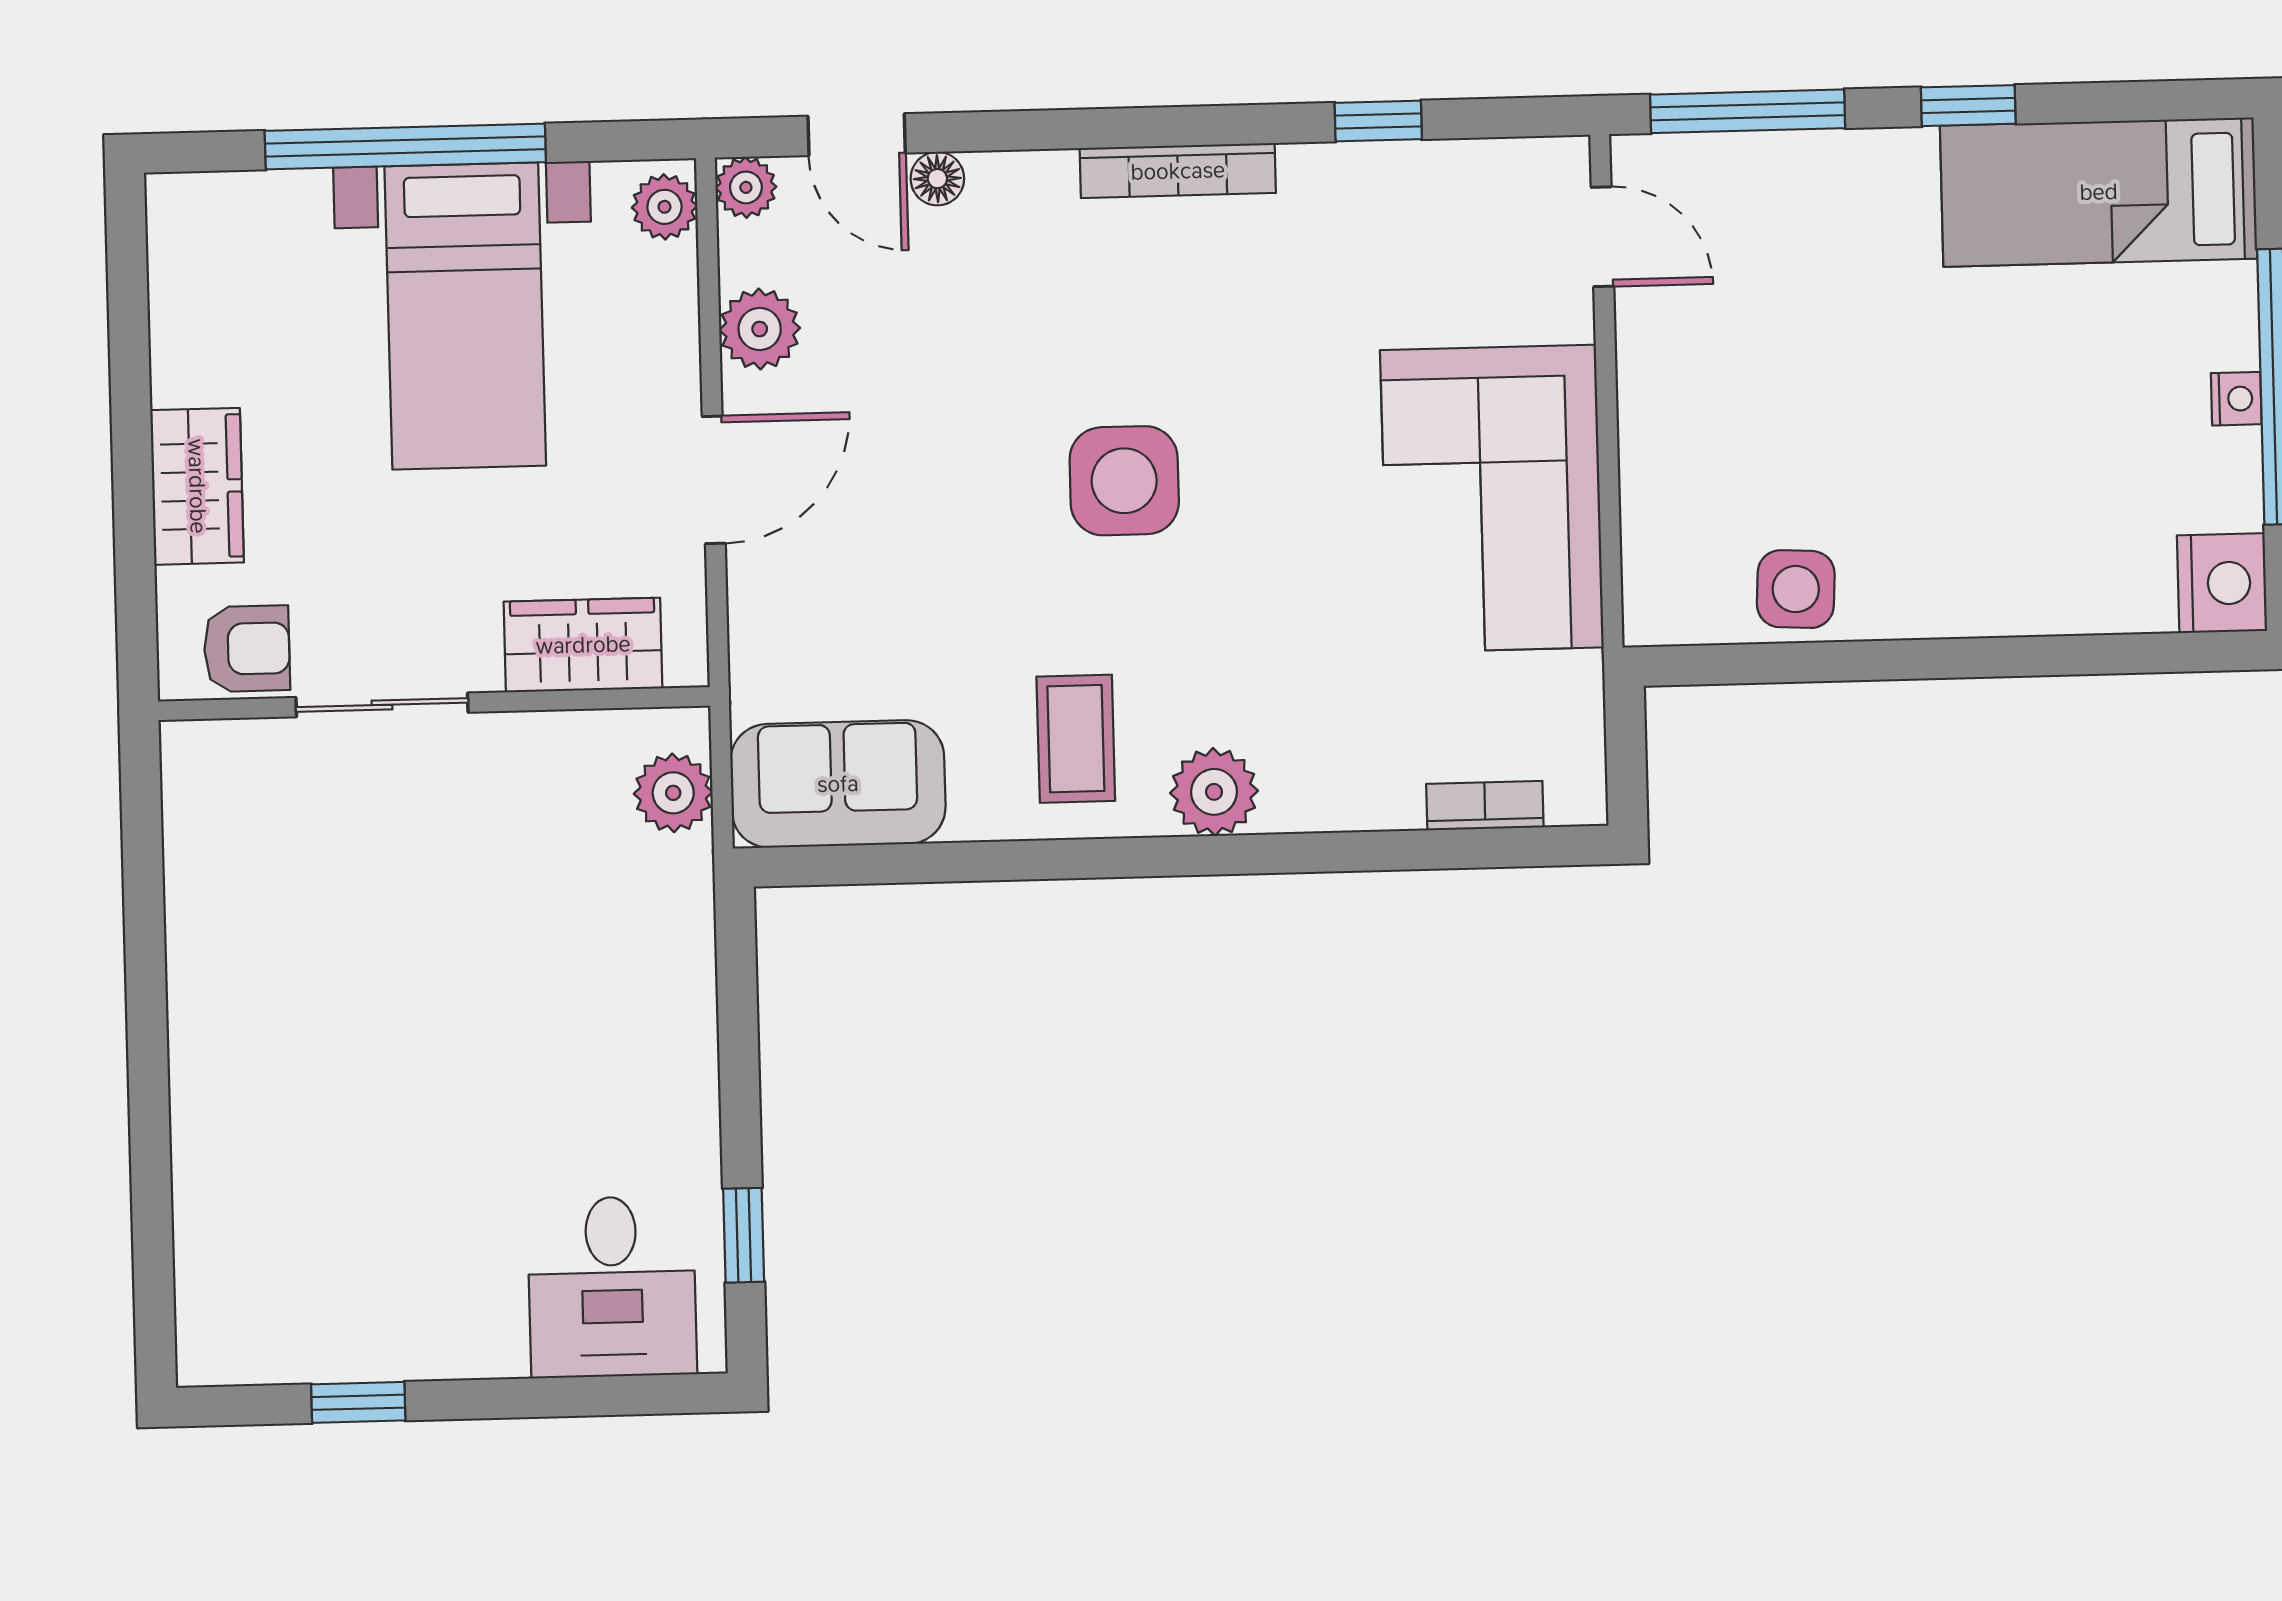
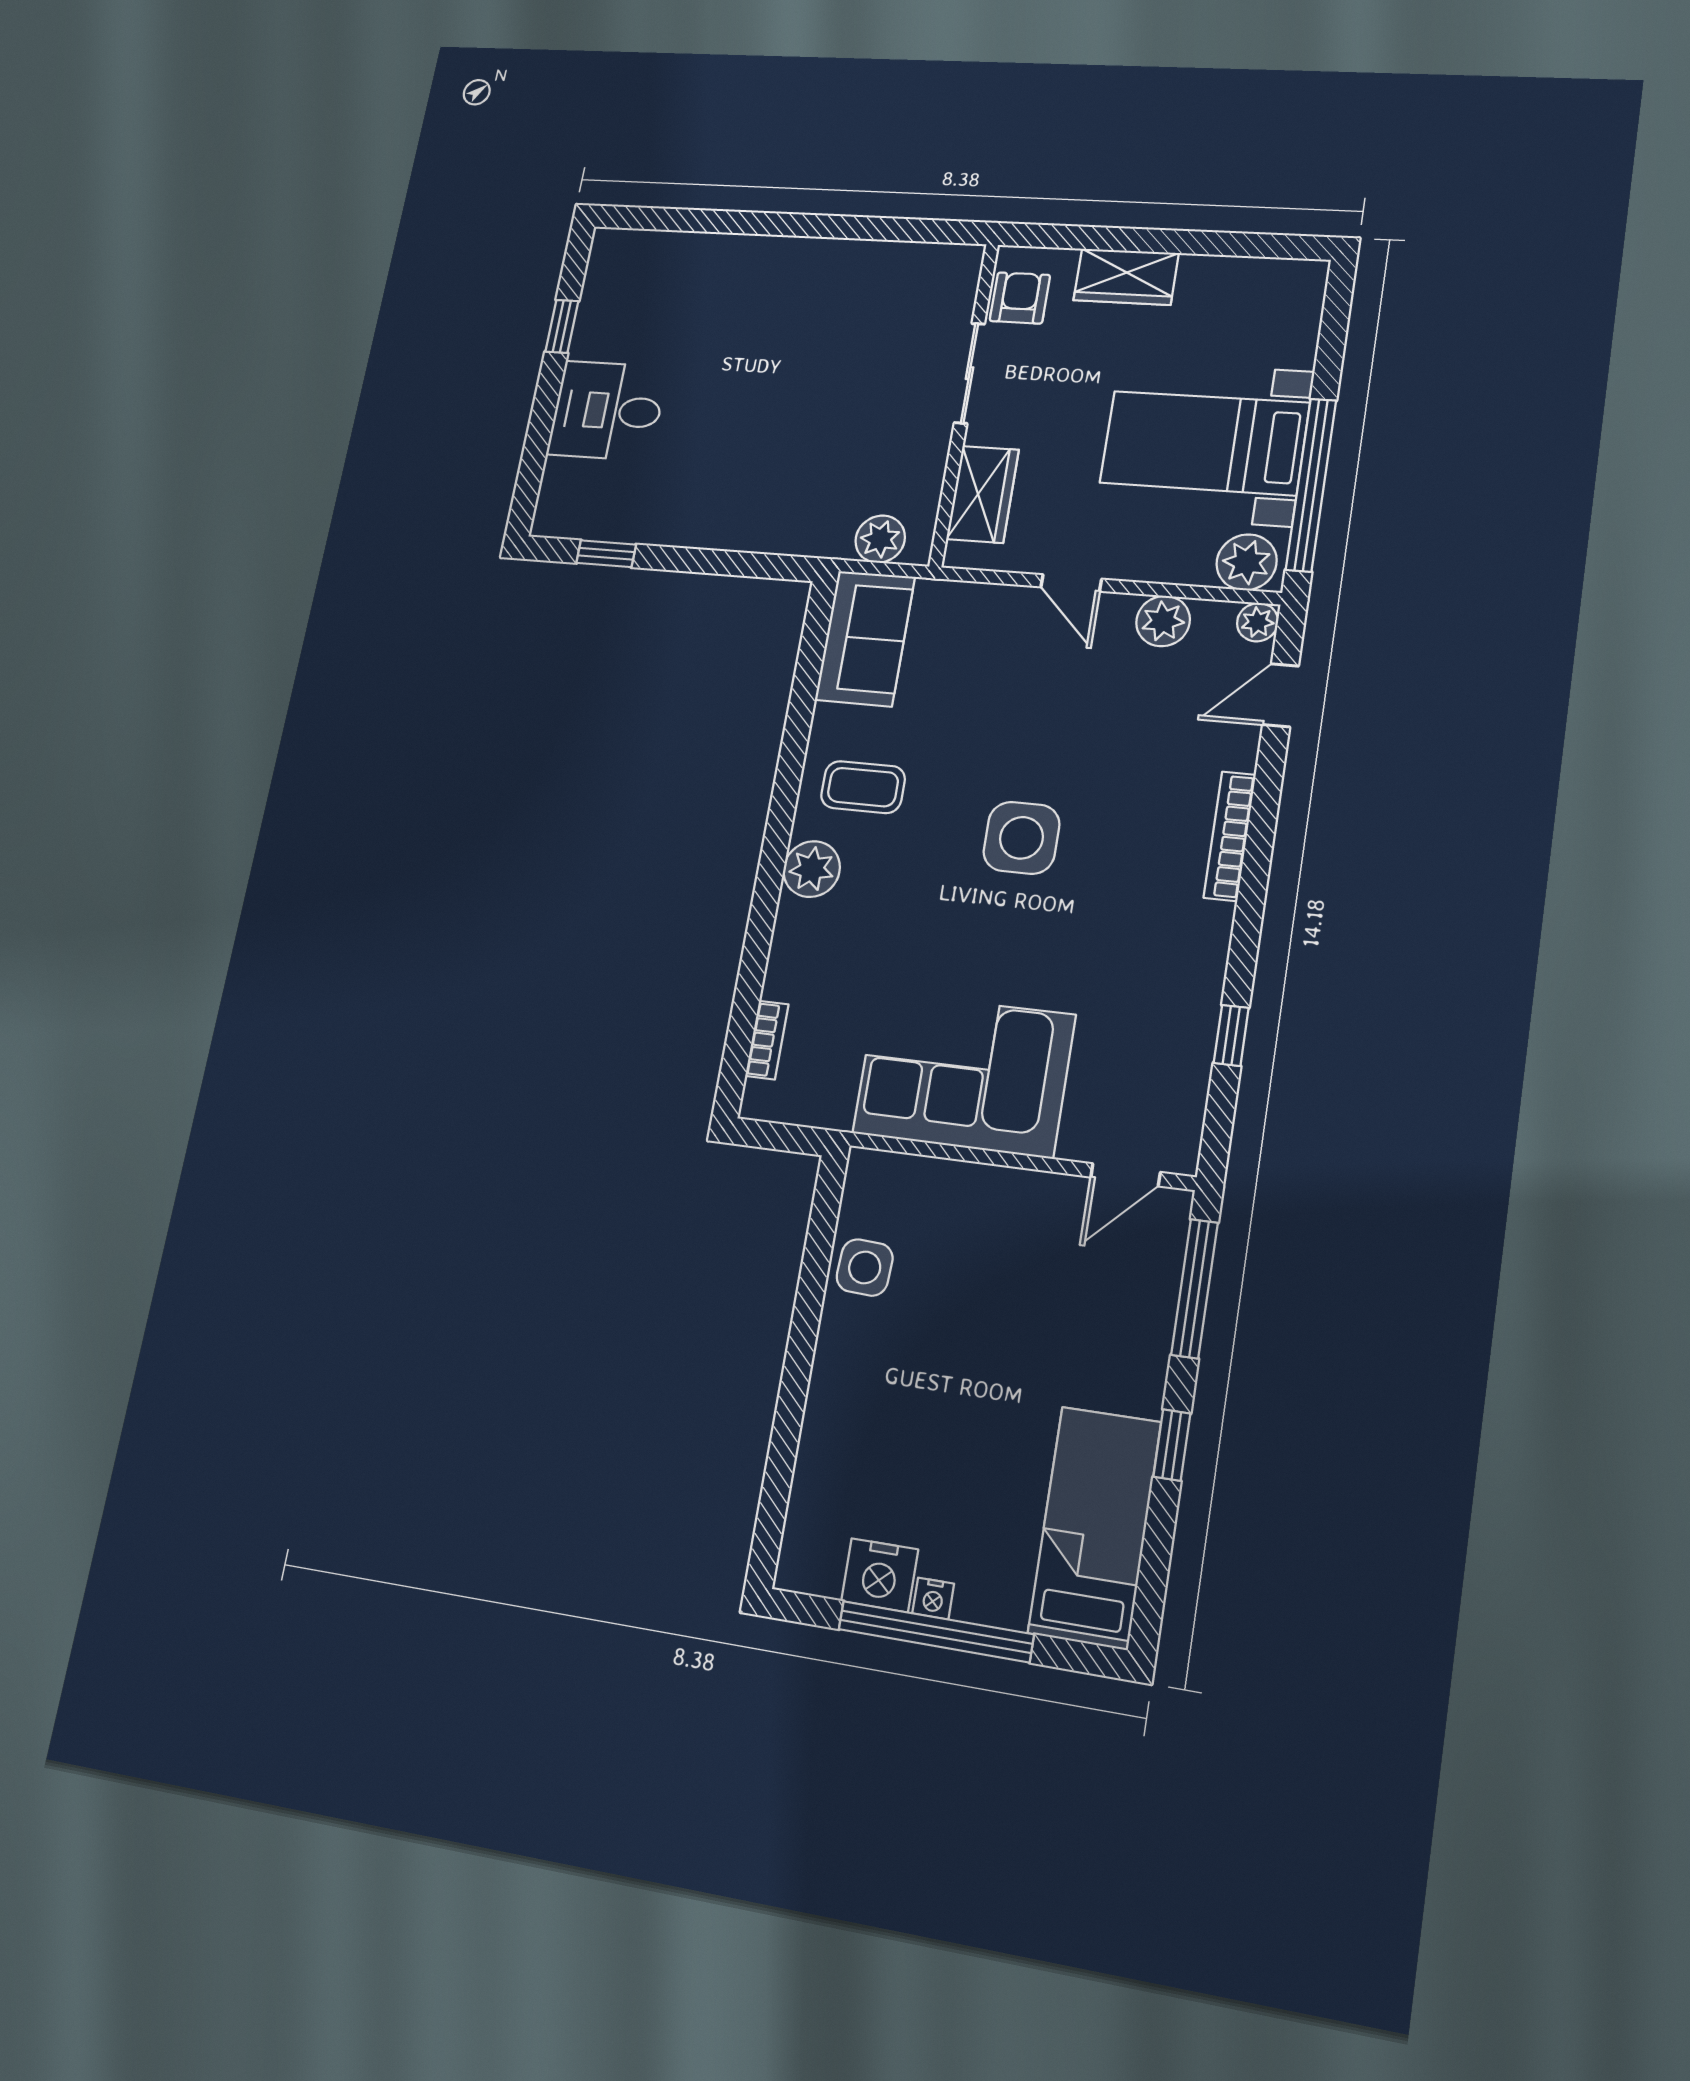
window: (405, 146) -> (1311, 485), moved
bookcase: (1178, 171) -> (1230, 836), moved
floor lamp: (937, 179) -> (1242, 743), removed
plant: (664, 207) -> (1247, 562), width x1.38, depth x1.38
door: (714, 480) -> (1071, 583), width x0.73
nightstand: (2222, 583) -> (880, 1575), moved
armchair: (247, 649) -> (1020, 298), turned 180
desk: (612, 1287) -> (607, 411), moved

